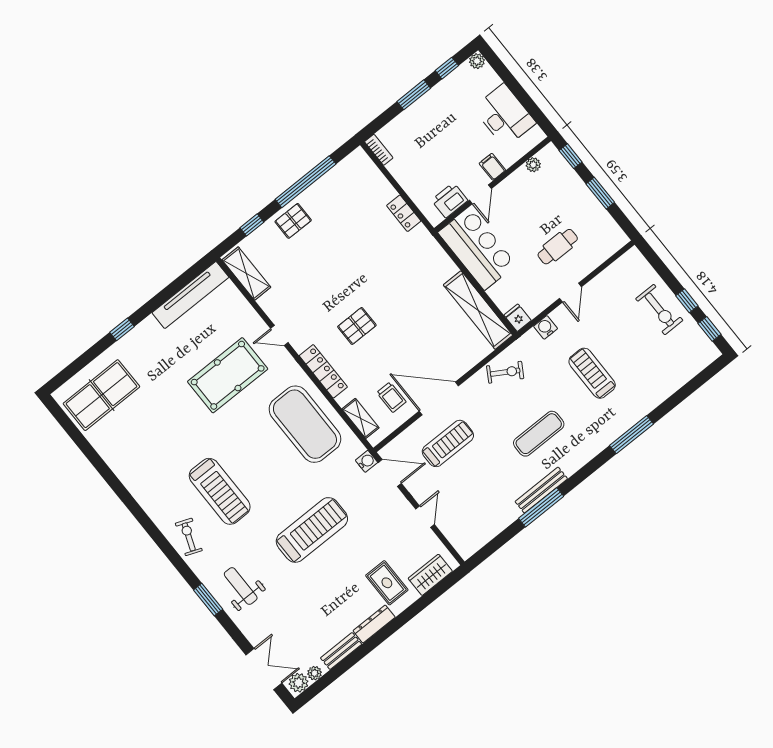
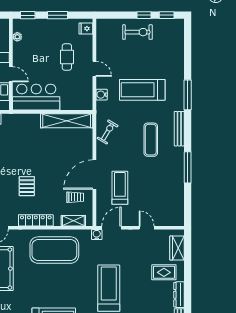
fridge: (518, 318) -> (86, 29), moved
treadmill: (592, 373) -> (142, 90), width x1.37, depth x1.38
bench: (541, 490) -> (179, 129), moved

